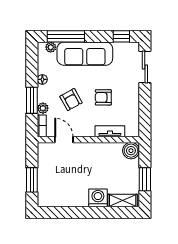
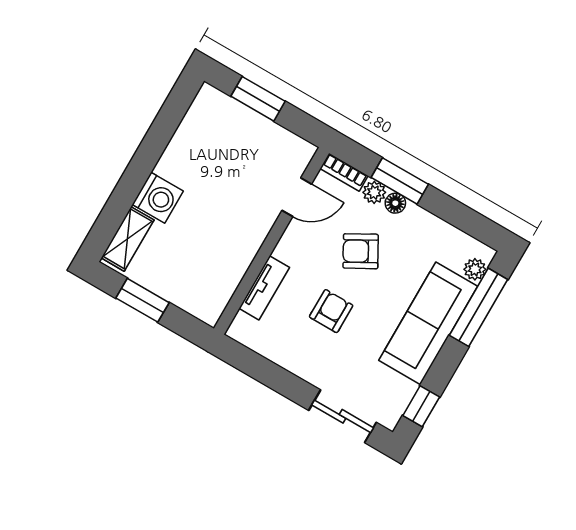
floor lamp: (42, 79) -> (395, 203), moved
boiler: (131, 151) -> (208, 305), removed

